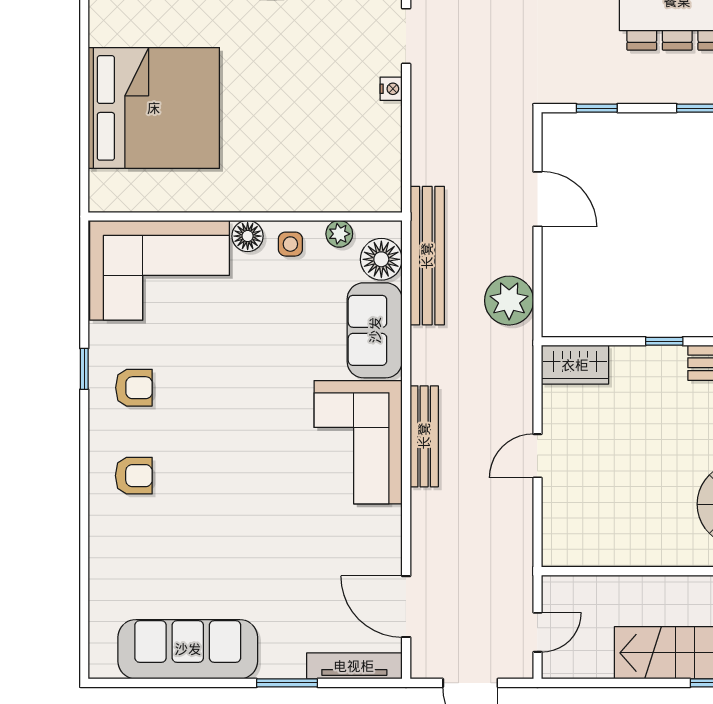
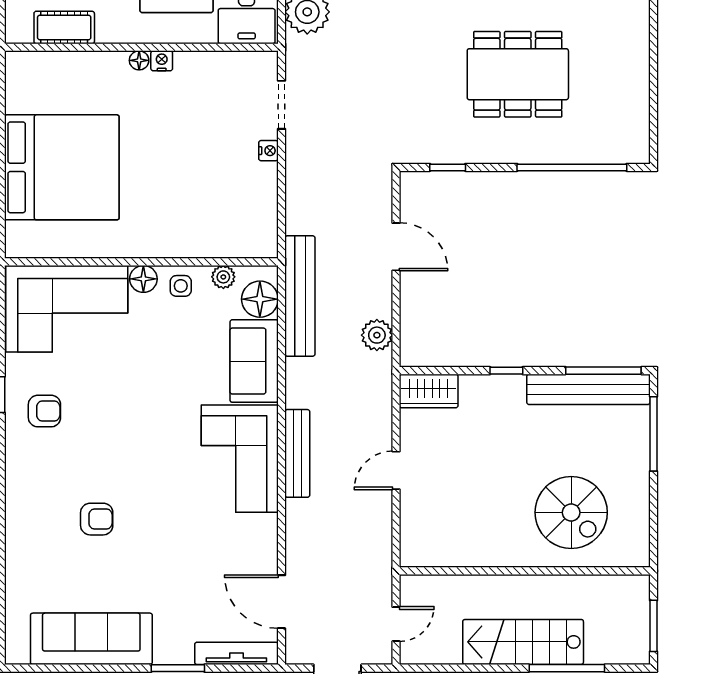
plant: (509, 301) -> (377, 335), width x0.73, depth x0.73
armchair: (134, 476) -> (97, 519), moved

